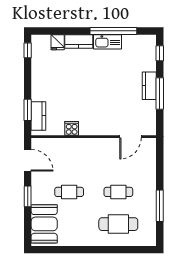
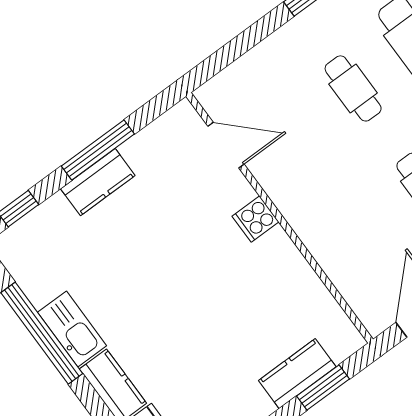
kitchen counter: (38, 116) -> (297, 374), moved
cooker: (72, 128) -> (255, 219), moved

